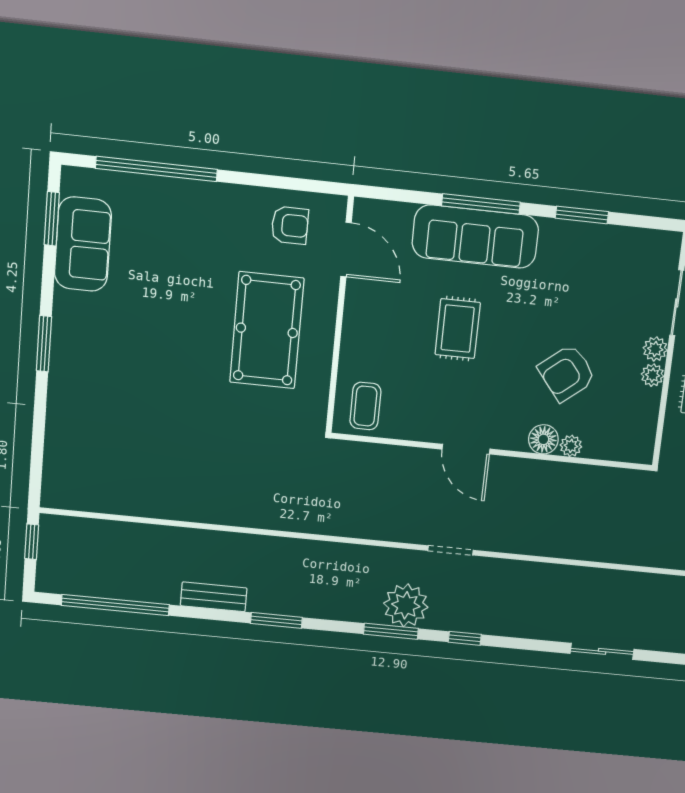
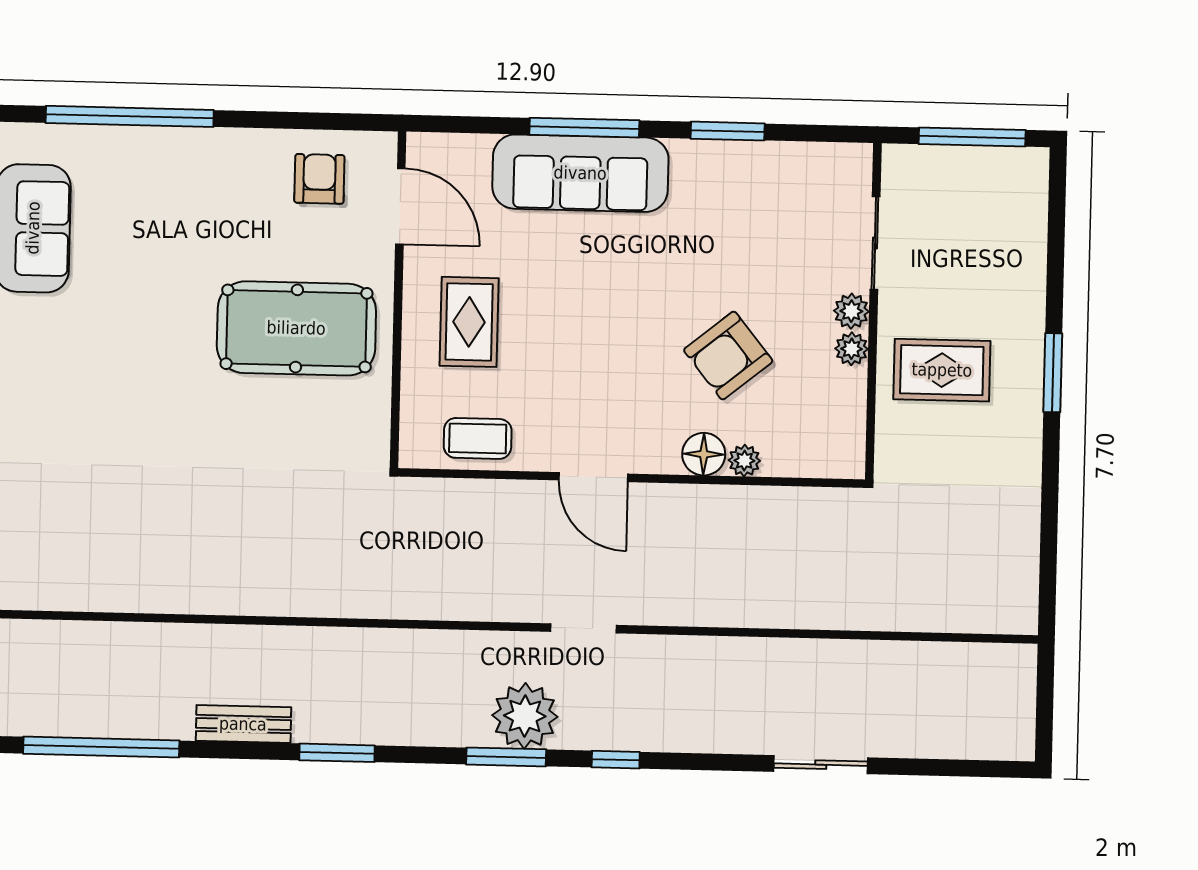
armchair: (290, 225) -> (319, 179), turned -90
rug: (458, 329) -> (469, 322), moved
pool table: (267, 330) -> (296, 328), turned 90
coffee table: (365, 406) -> (478, 438), moved, turned 90

